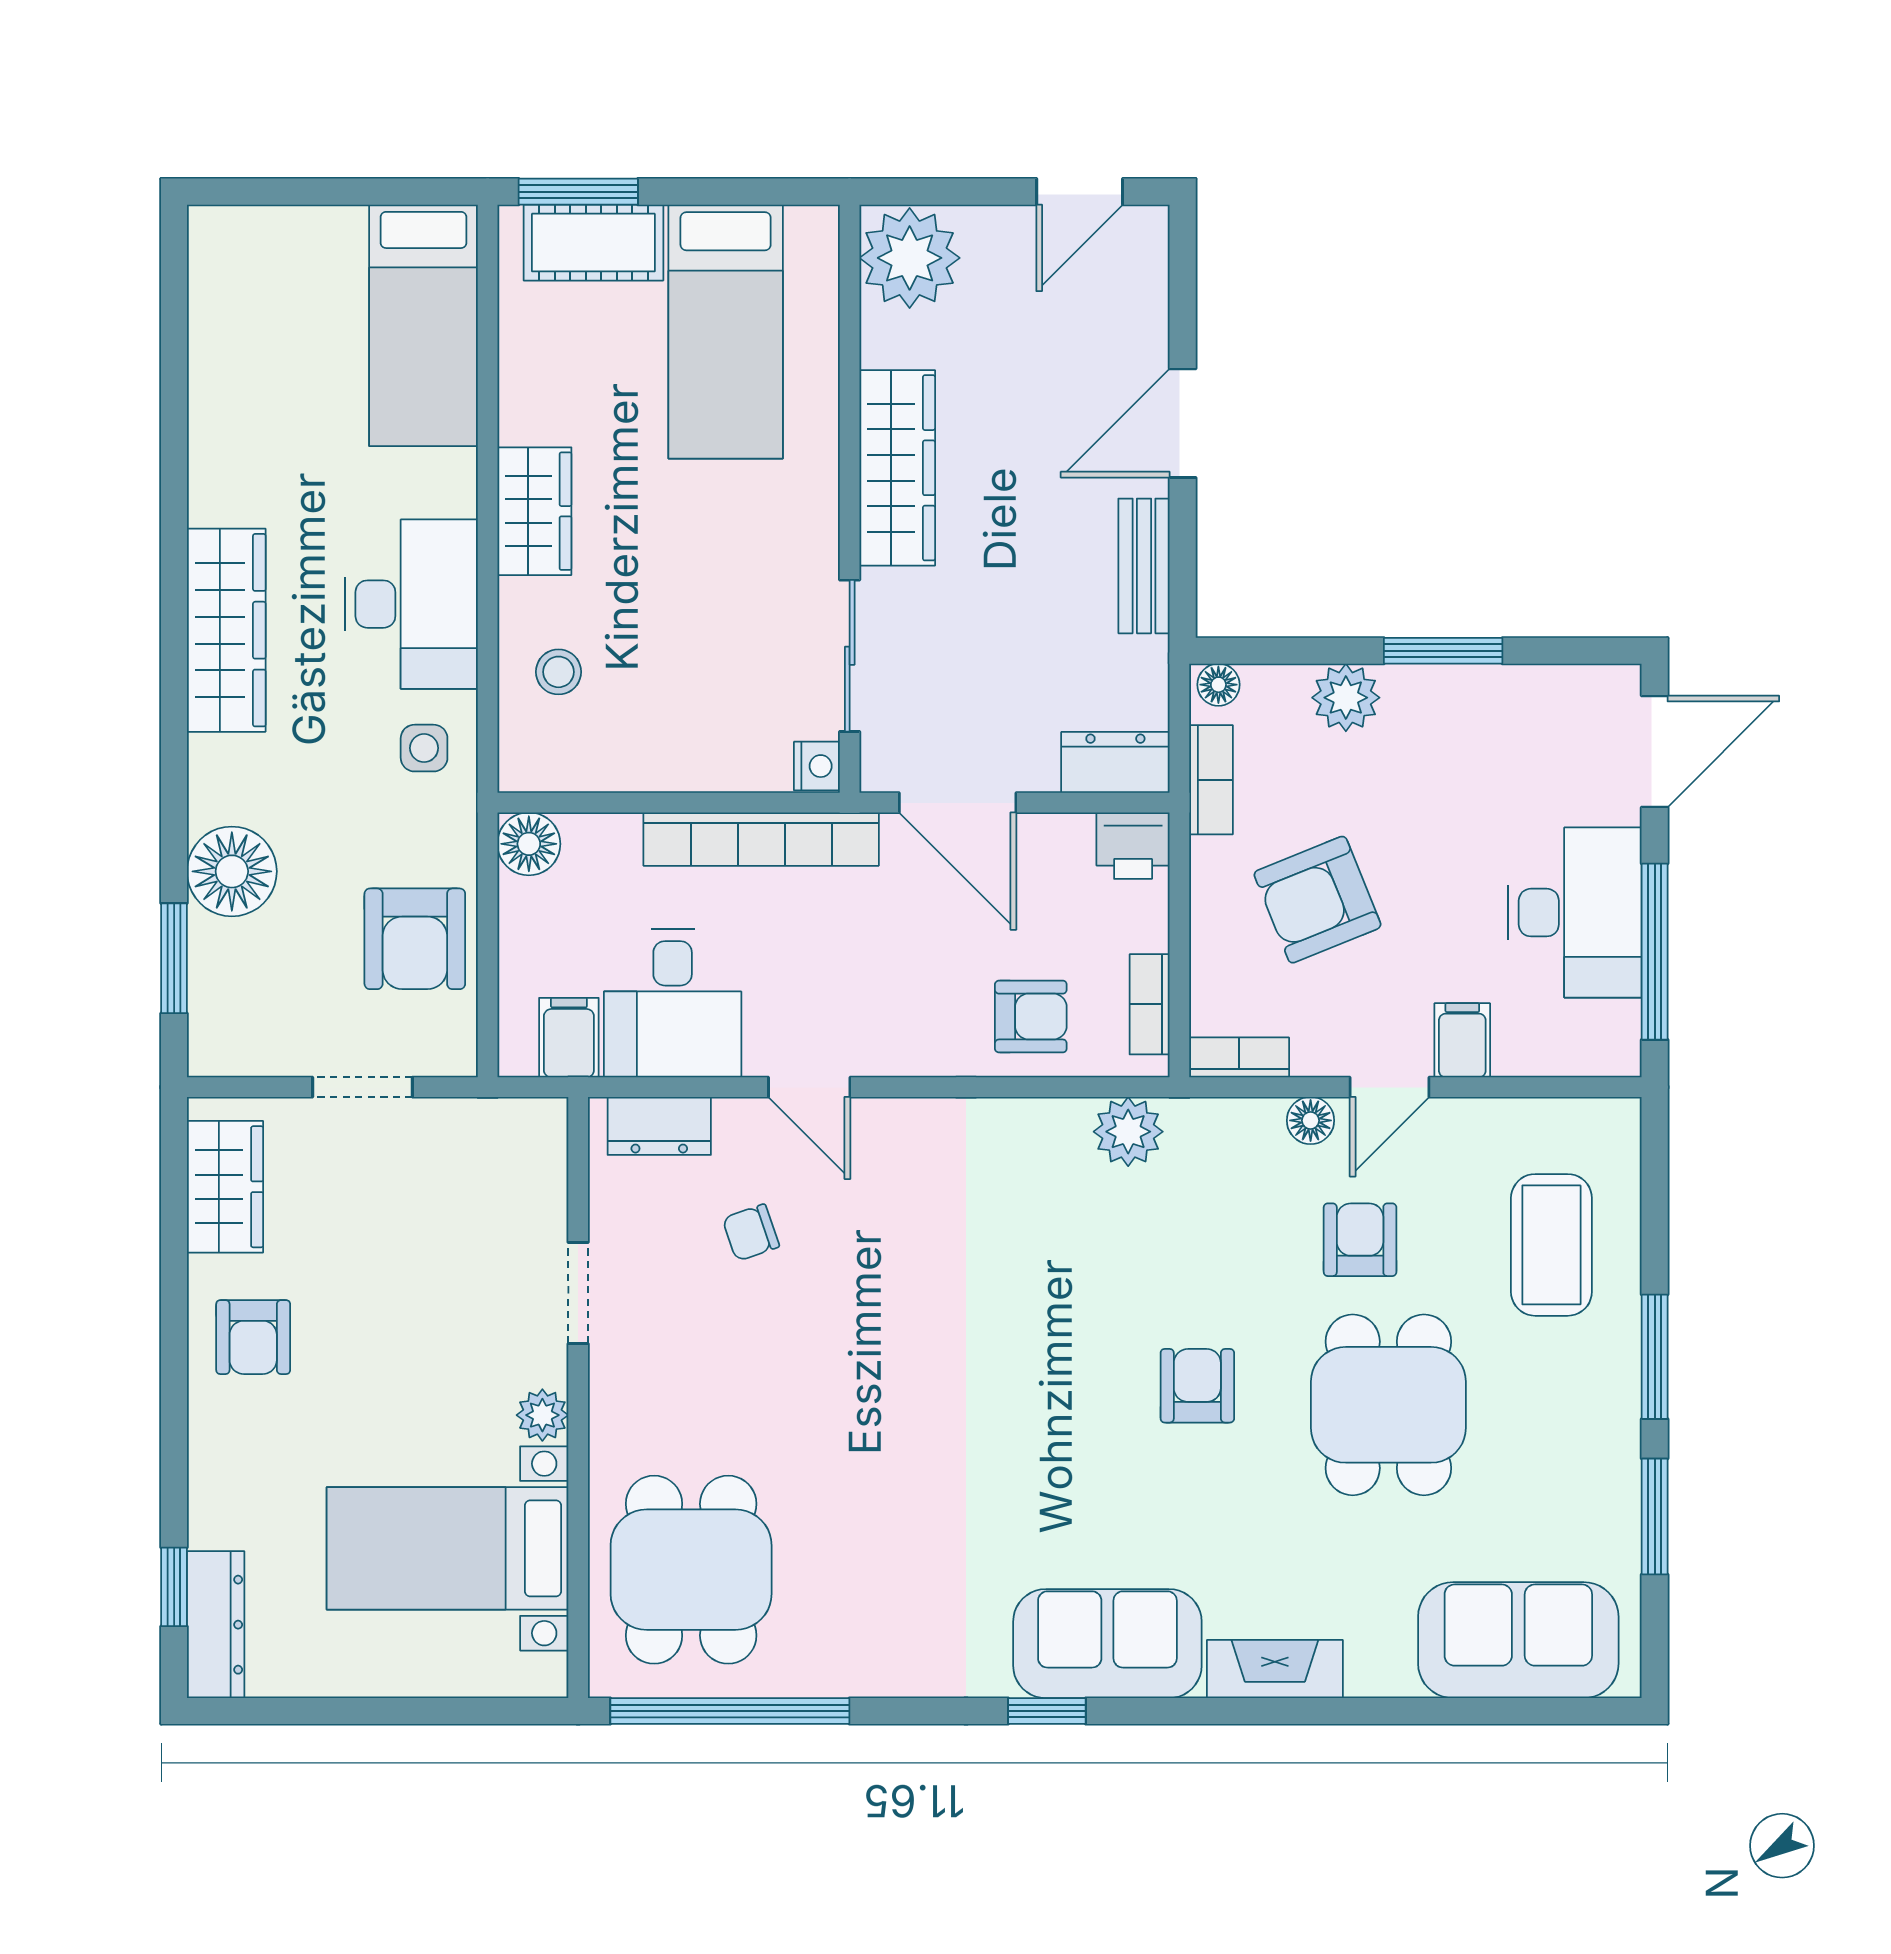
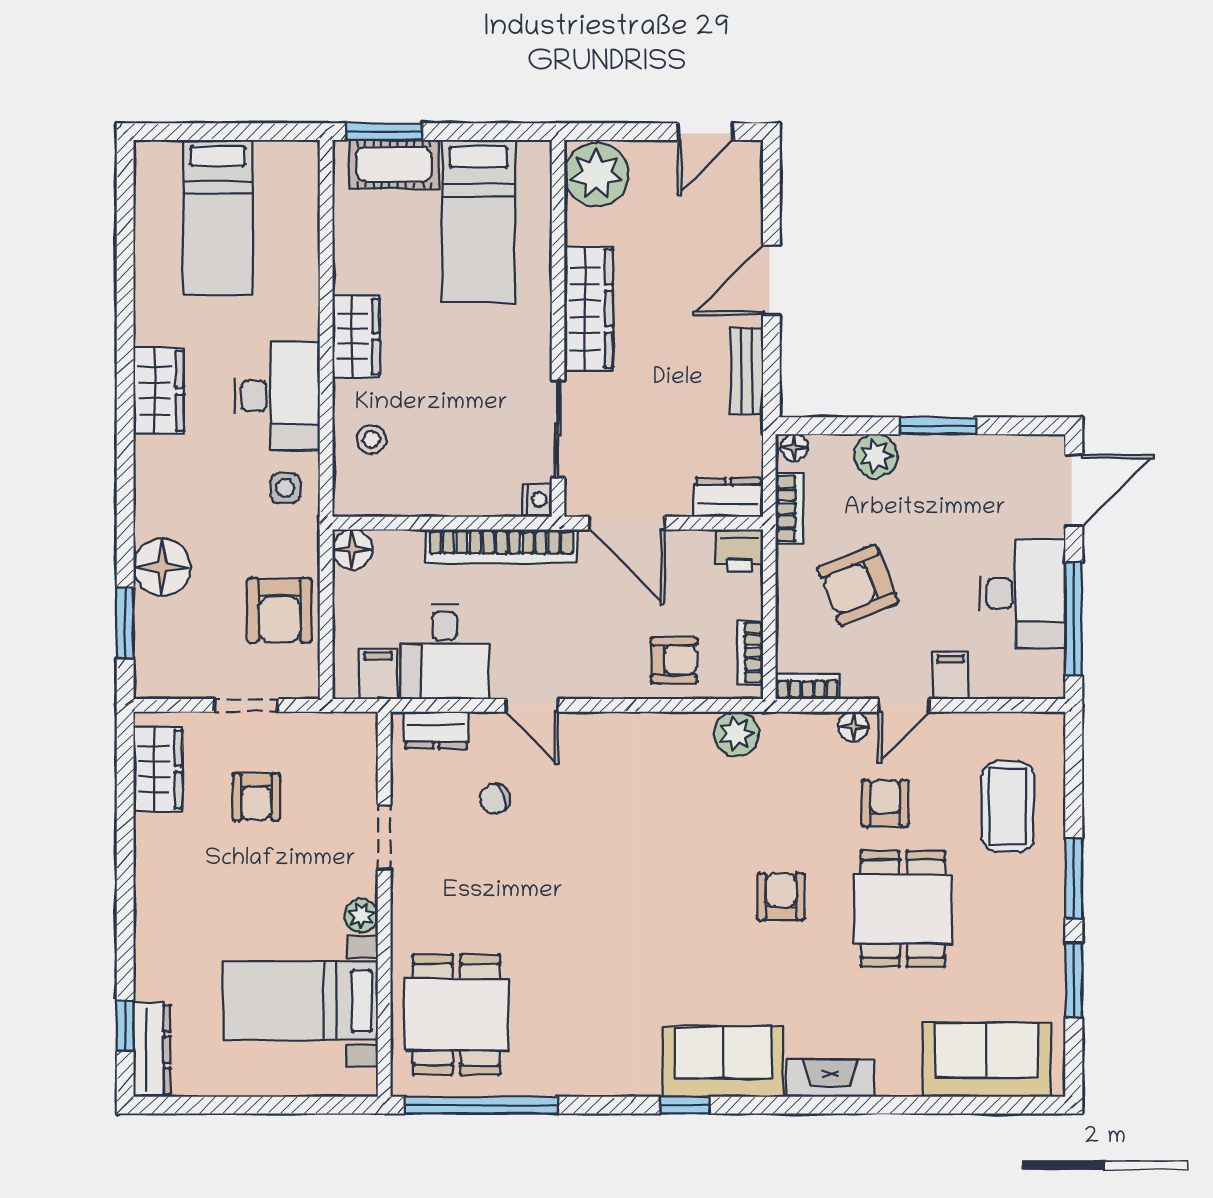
bed: (424, 325) -> (218, 217), moved
wardrobe: (226, 630) -> (159, 391), width x0.67
armchair: (253, 1337) -> (256, 797), moved

